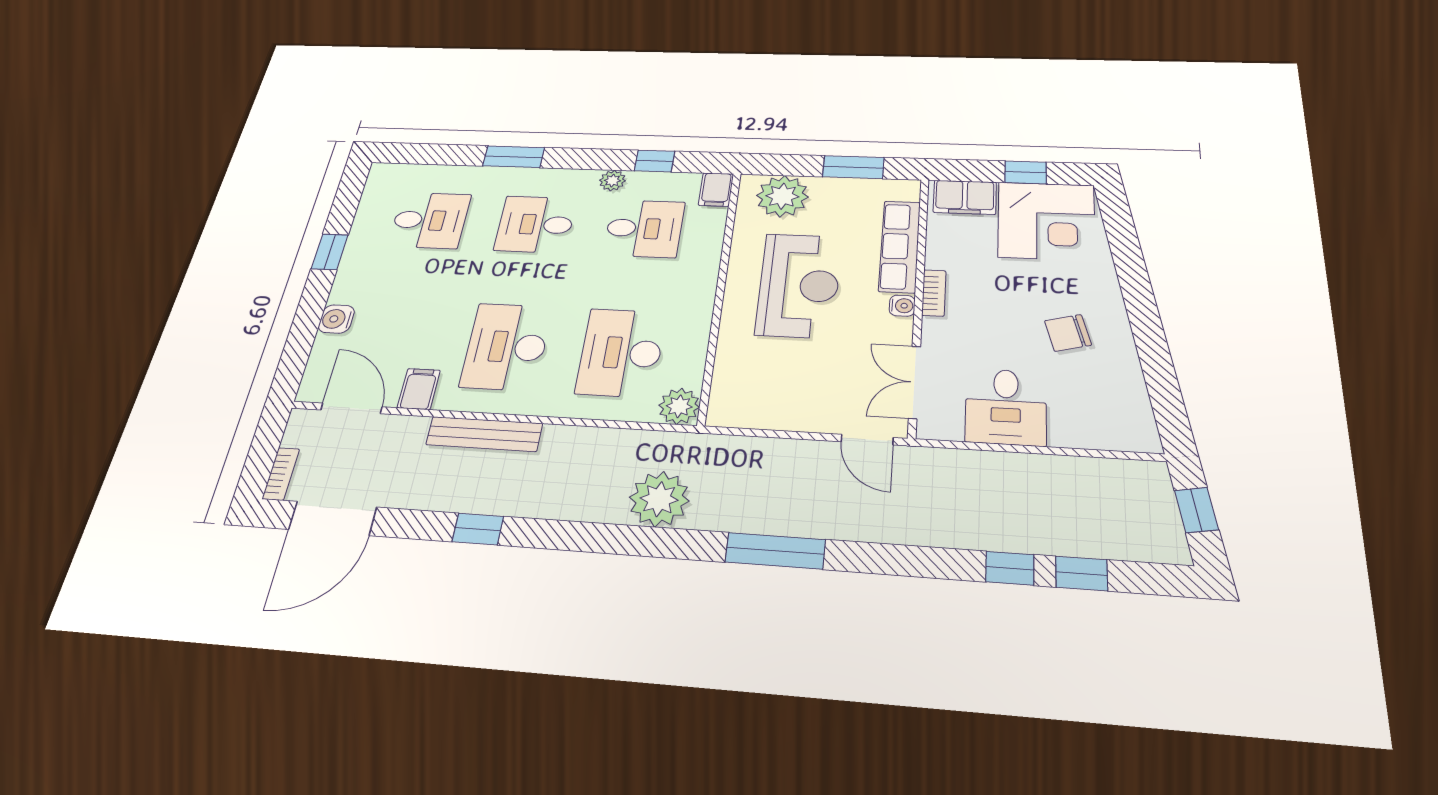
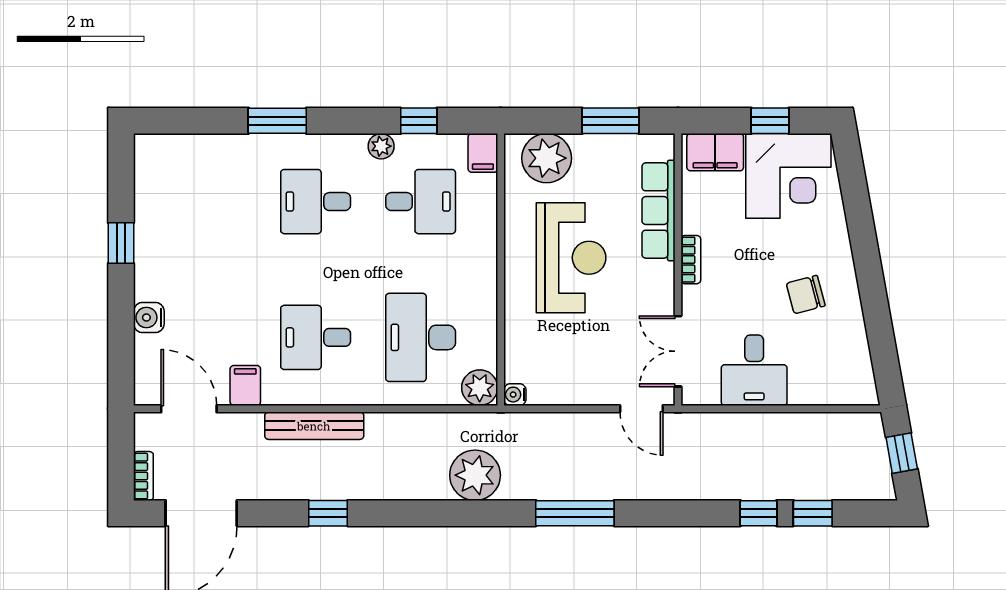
desk: (430, 220) -> (211, 202), removed
water cooler: (902, 306) -> (515, 395), moved, turned 180
desk: (506, 347) -> (316, 337), width x0.73

